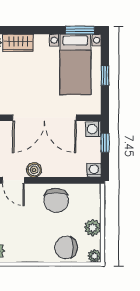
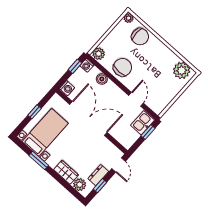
window: (80, 30) -> (39, 160), moved
window: (105, 143) -> (75, 66), moved
boiler: (34, 170) -> (102, 79), moved
plant: (93, 228) -> (99, 54), moved

